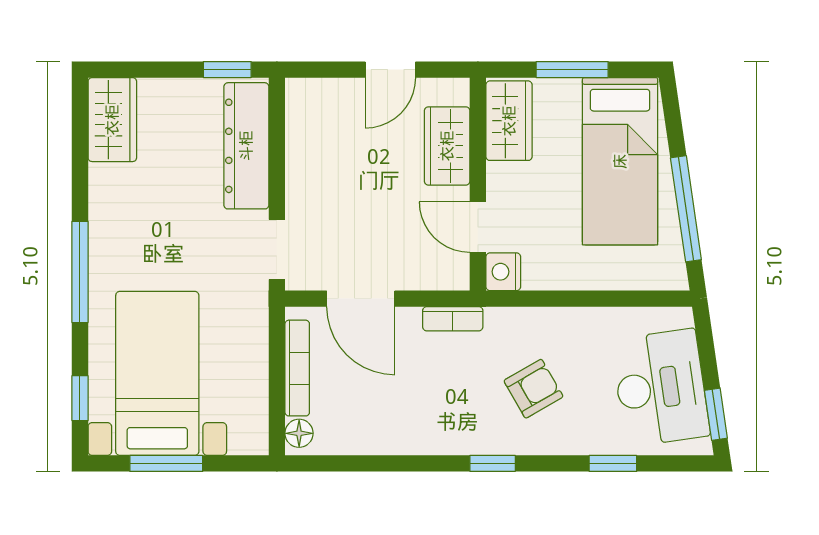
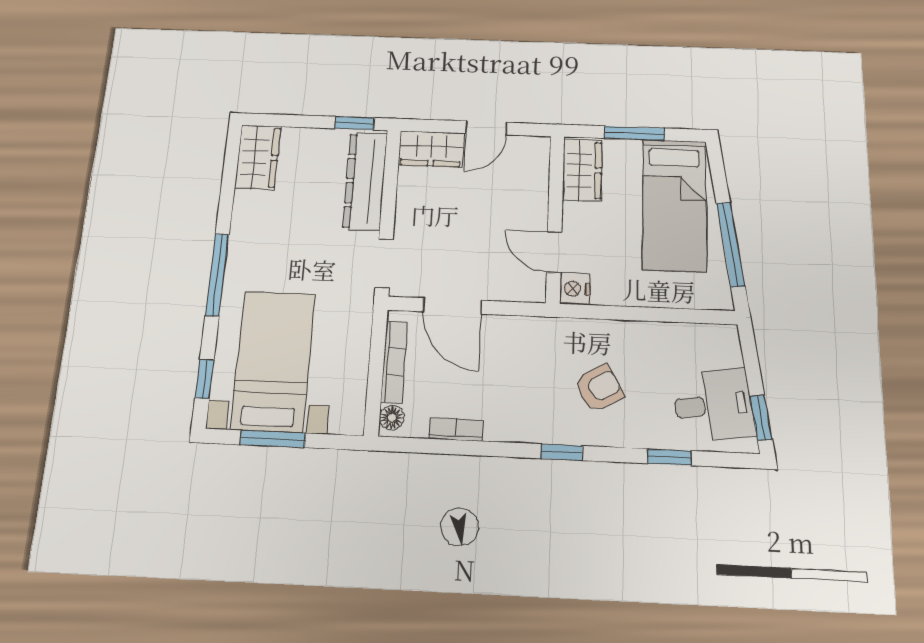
wardrobe: (447, 146) -> (431, 149), moved, turned -90
bookcase: (453, 319) -> (456, 429), moved, turned 180
desk: (660, 388) -> (713, 405), width x0.73

